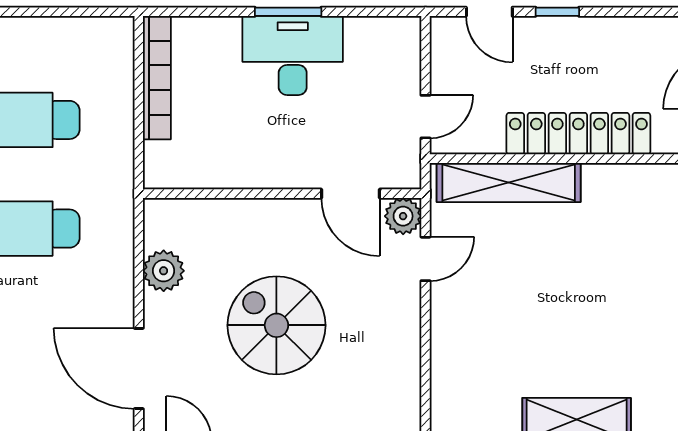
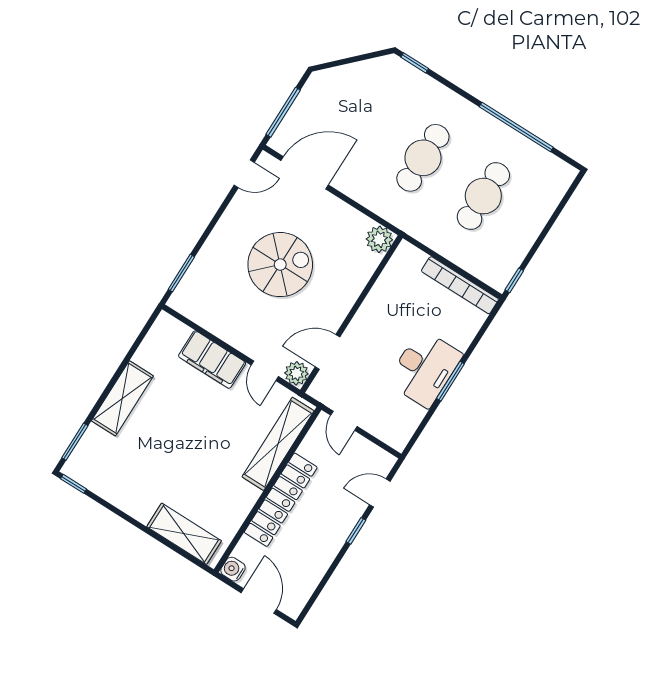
window: (107, 12) -> (514, 280), added
plant: (164, 271) -> (379, 239), moved
filing cabinet: (454, 336) -> (212, 360), added

